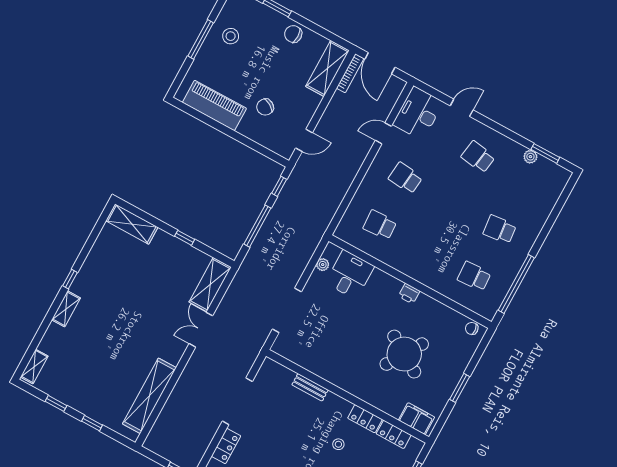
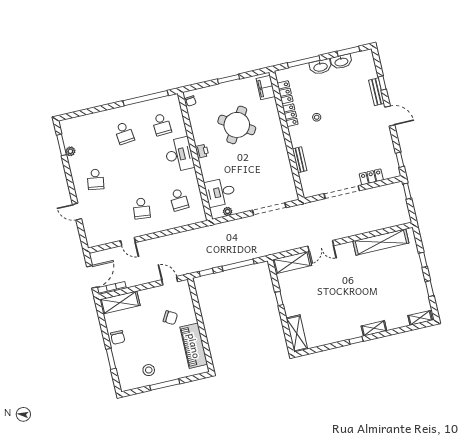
desk: (418, 113) -> (179, 155), moved, turned -90

